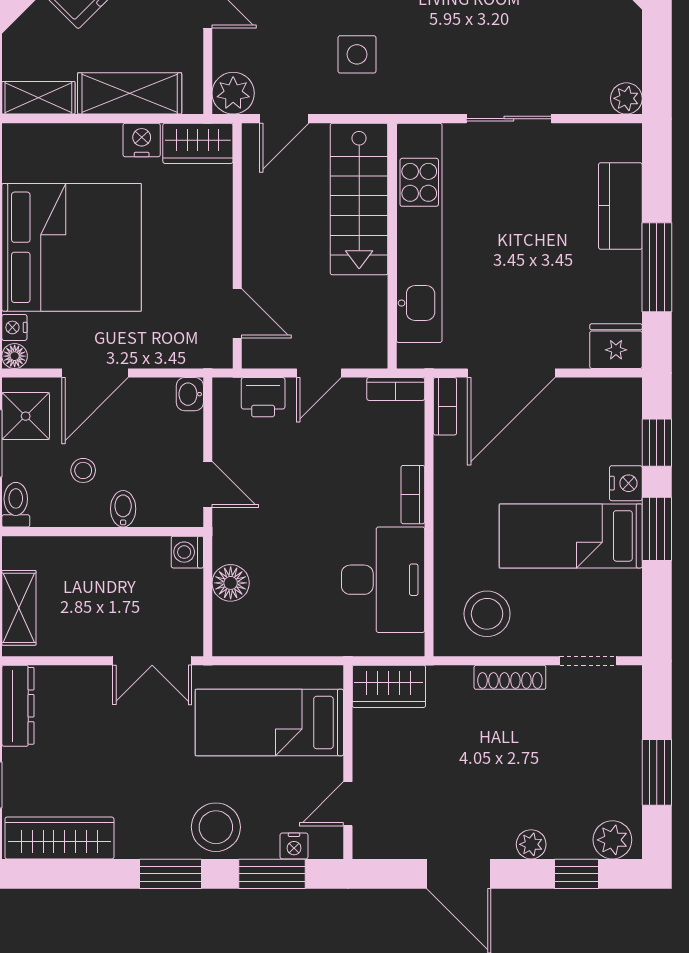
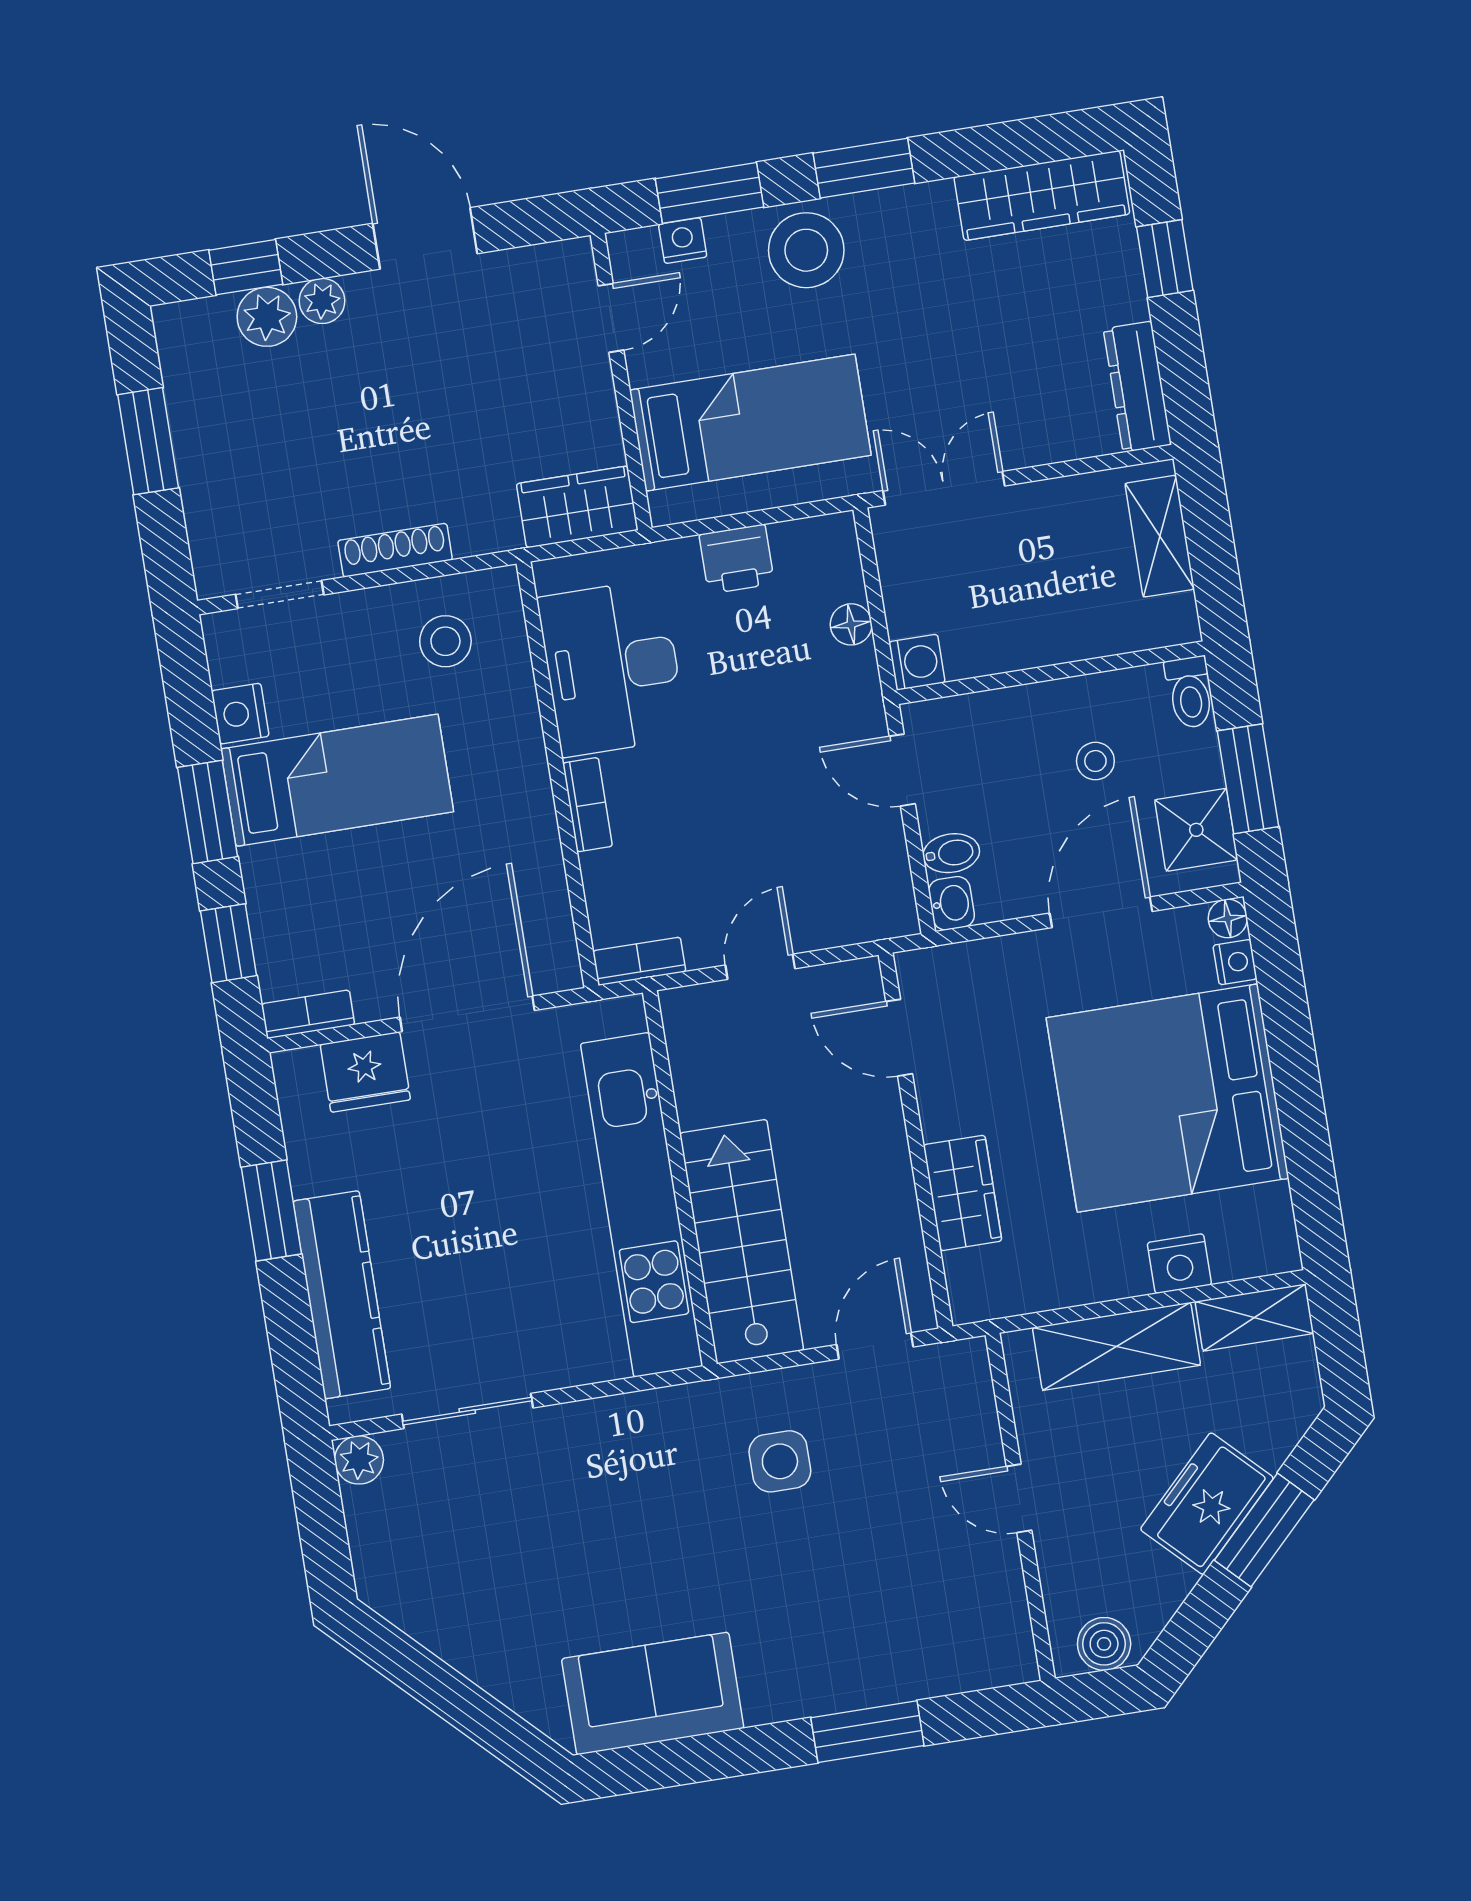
plant: (233, 93) -> (959, 1372), removed
sliding door: (509, 119) -> (467, 1411), moved
nightstand: (142, 140) -> (1179, 1264), moved
wardrobe: (198, 143) -> (962, 1193), moved, turned 90
kitchen counter: (620, 206) -> (342, 1295), width x1.50
window: (657, 267) -> (271, 1210), width x0.69
fridge: (616, 346) -> (365, 1072), moved
printer: (263, 397) -> (737, 559), moved, turned 180
bookcase: (445, 406) -> (308, 1014), moved, turned 90
nightstand: (626, 483) -> (240, 714), moved
bidet: (123, 509) -> (951, 853), moved, turned -90
floor lamp: (231, 583) -> (851, 624), width x0.73, depth x0.73
stool: (487, 614) -> (445, 641), width x0.73, depth x0.73
plant: (612, 840) -> (267, 317), moved

